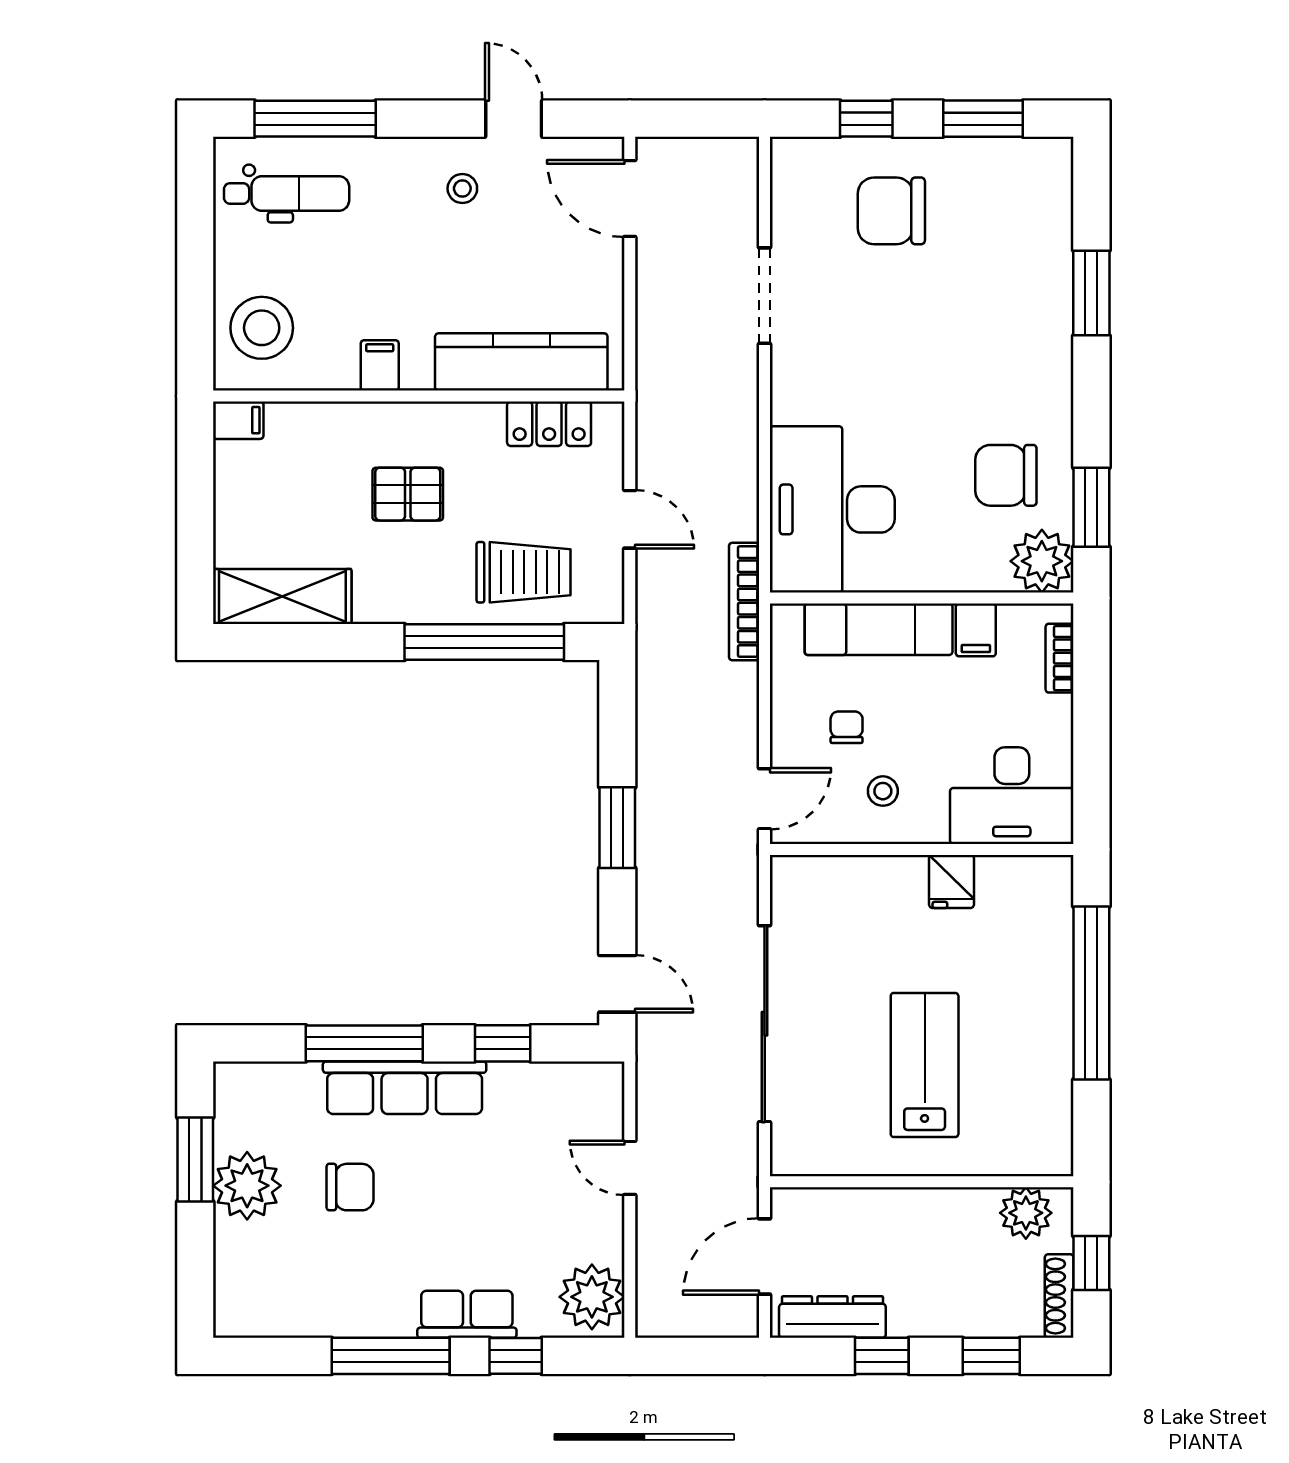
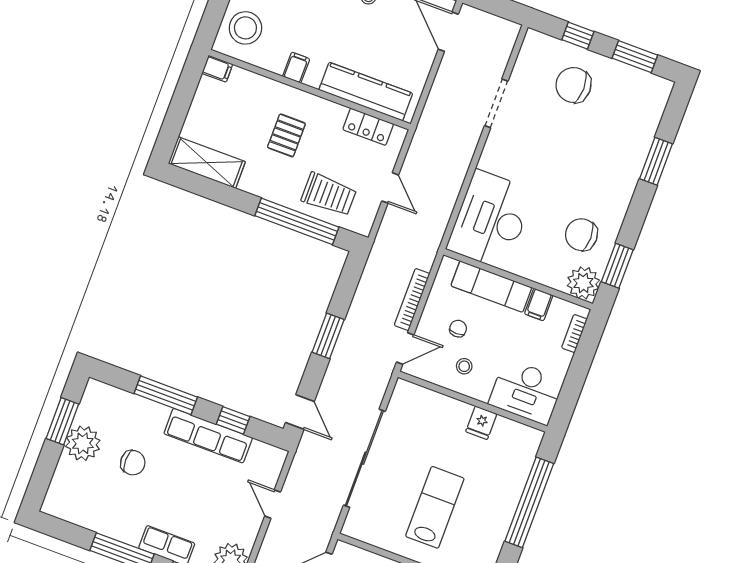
pallet: (408, 494) -> (286, 135), turned 90
bookcase: (744, 602) -> (412, 300), moved
row of seats: (405, 1088) -> (208, 436), moved

